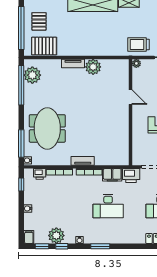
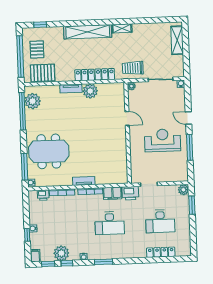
locker: (98, 50) -> (95, 75), added
meeting table: (47, 128) -> (49, 151), turned 90
window: (21, 184) -> (27, 235), moved

